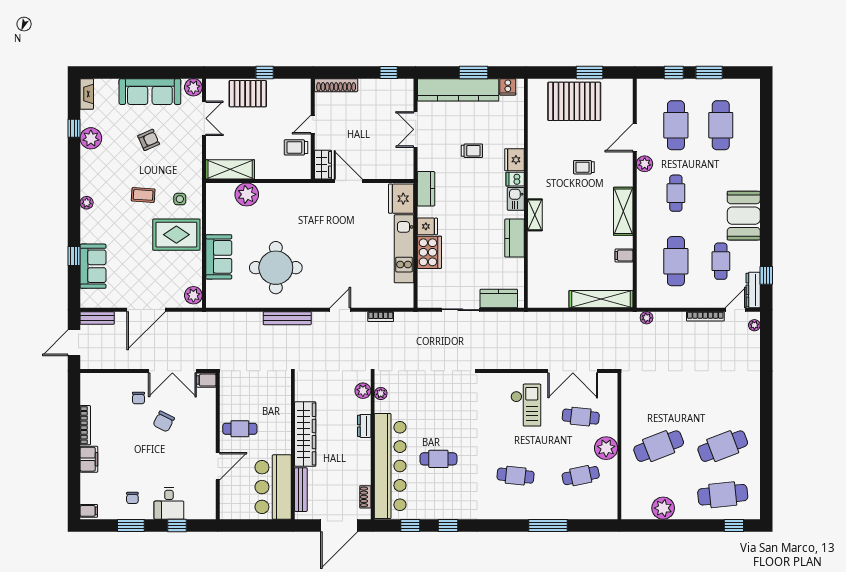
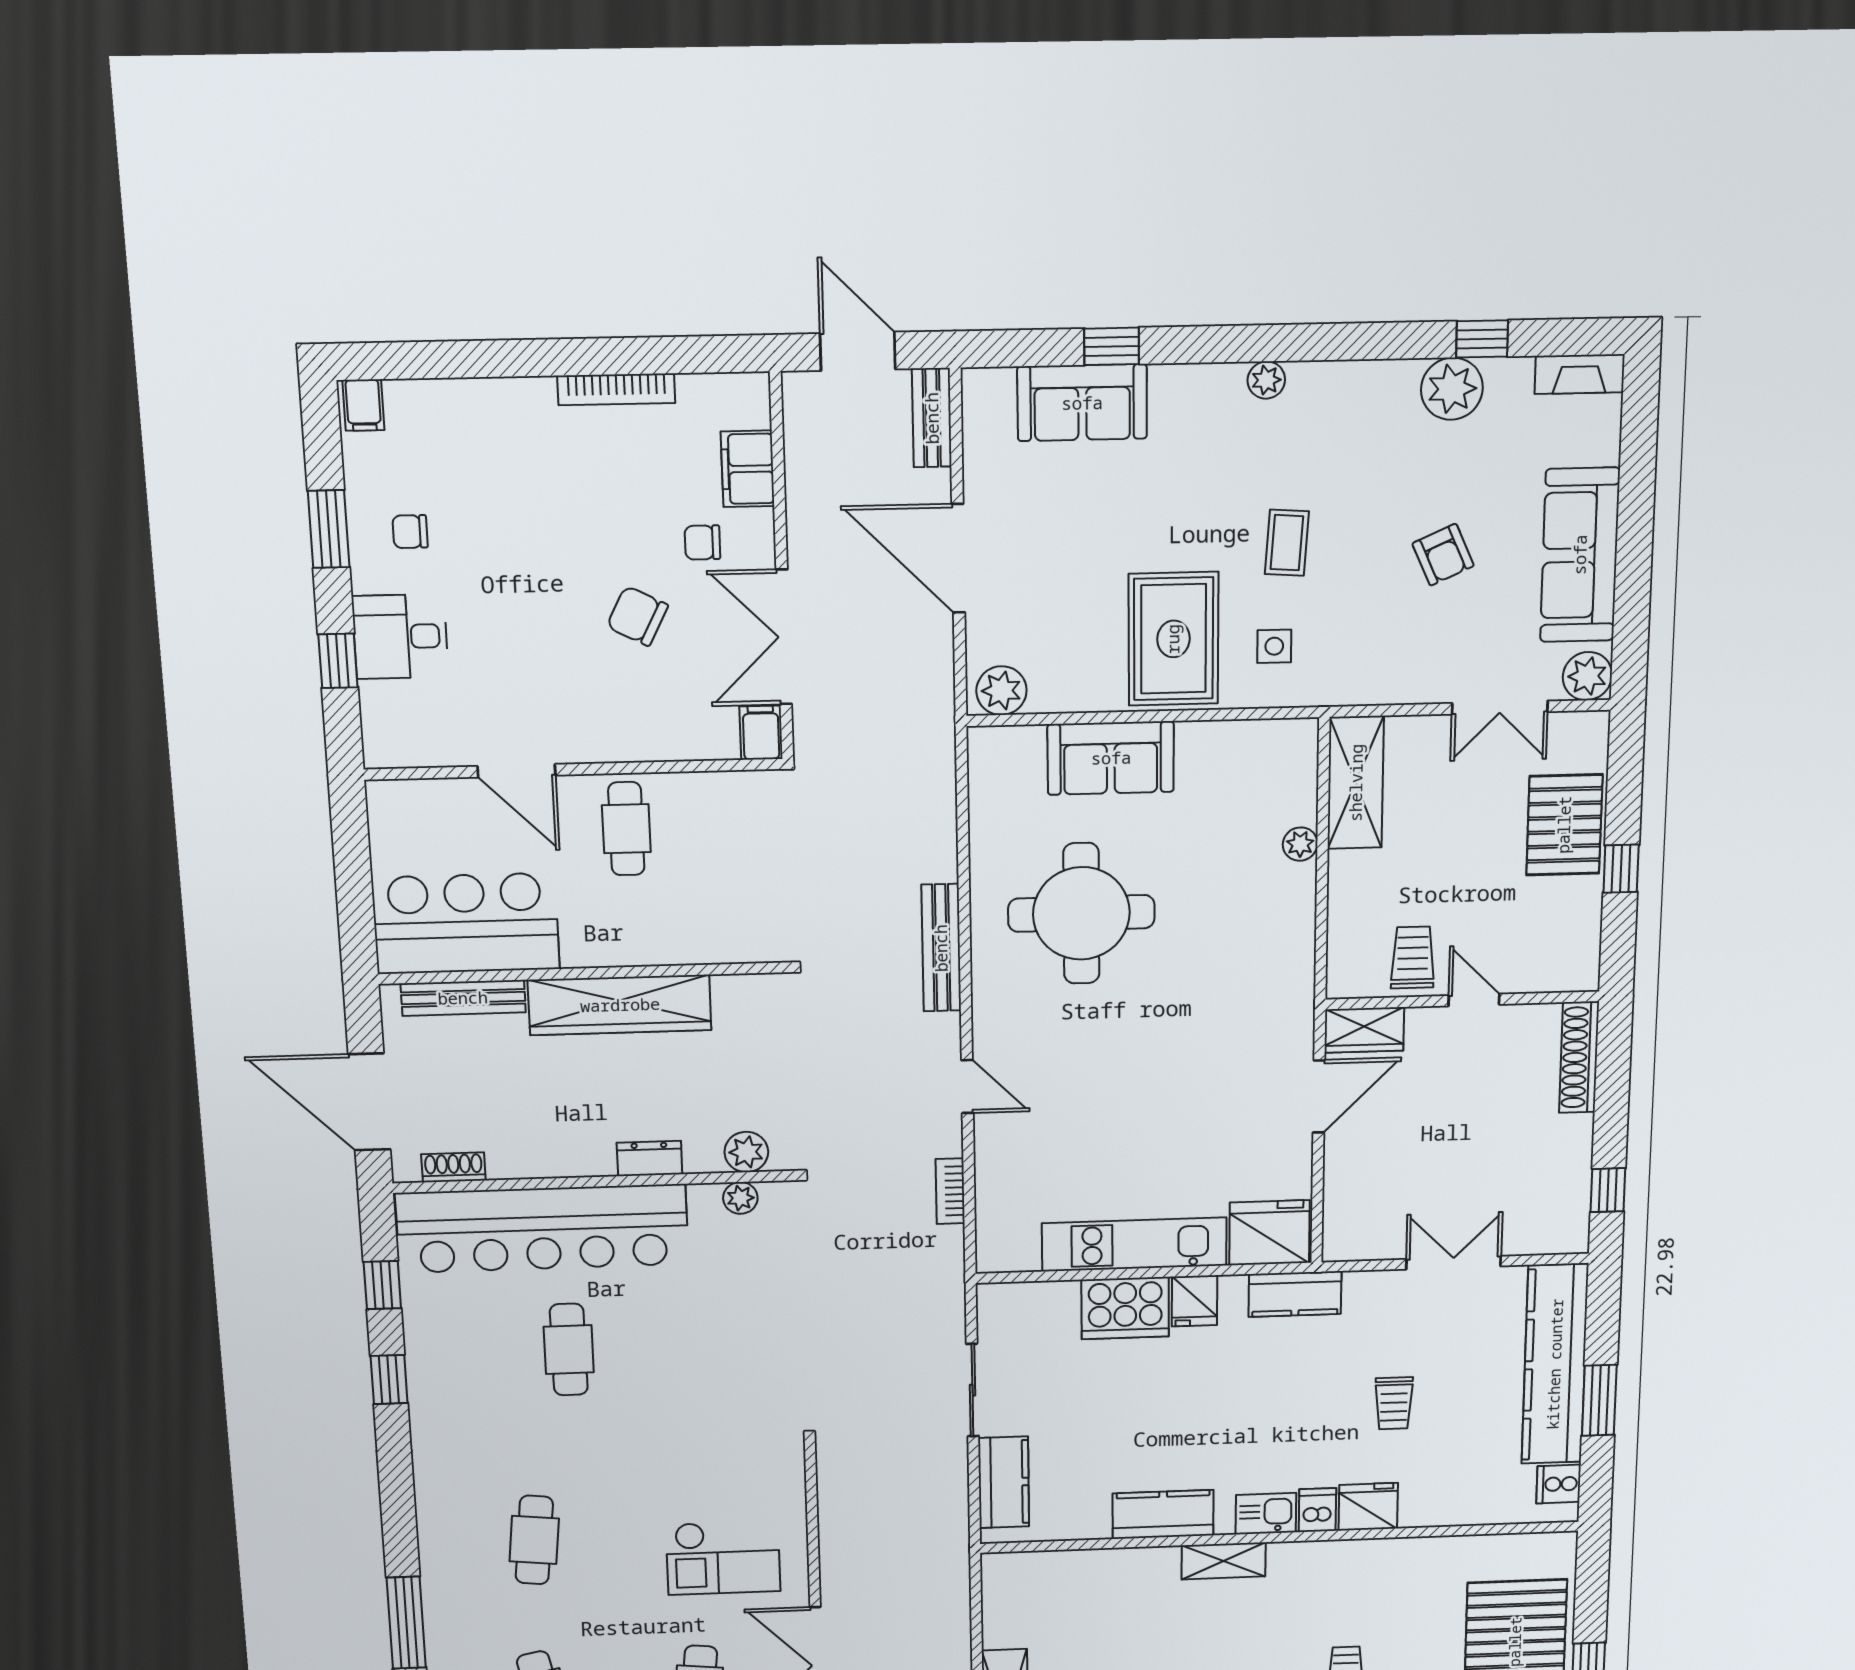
plant: (247, 194) -> (1300, 844), width x0.53, depth x0.53
filing cabinet: (89, 459) -> (748, 469), moved, turned 90

